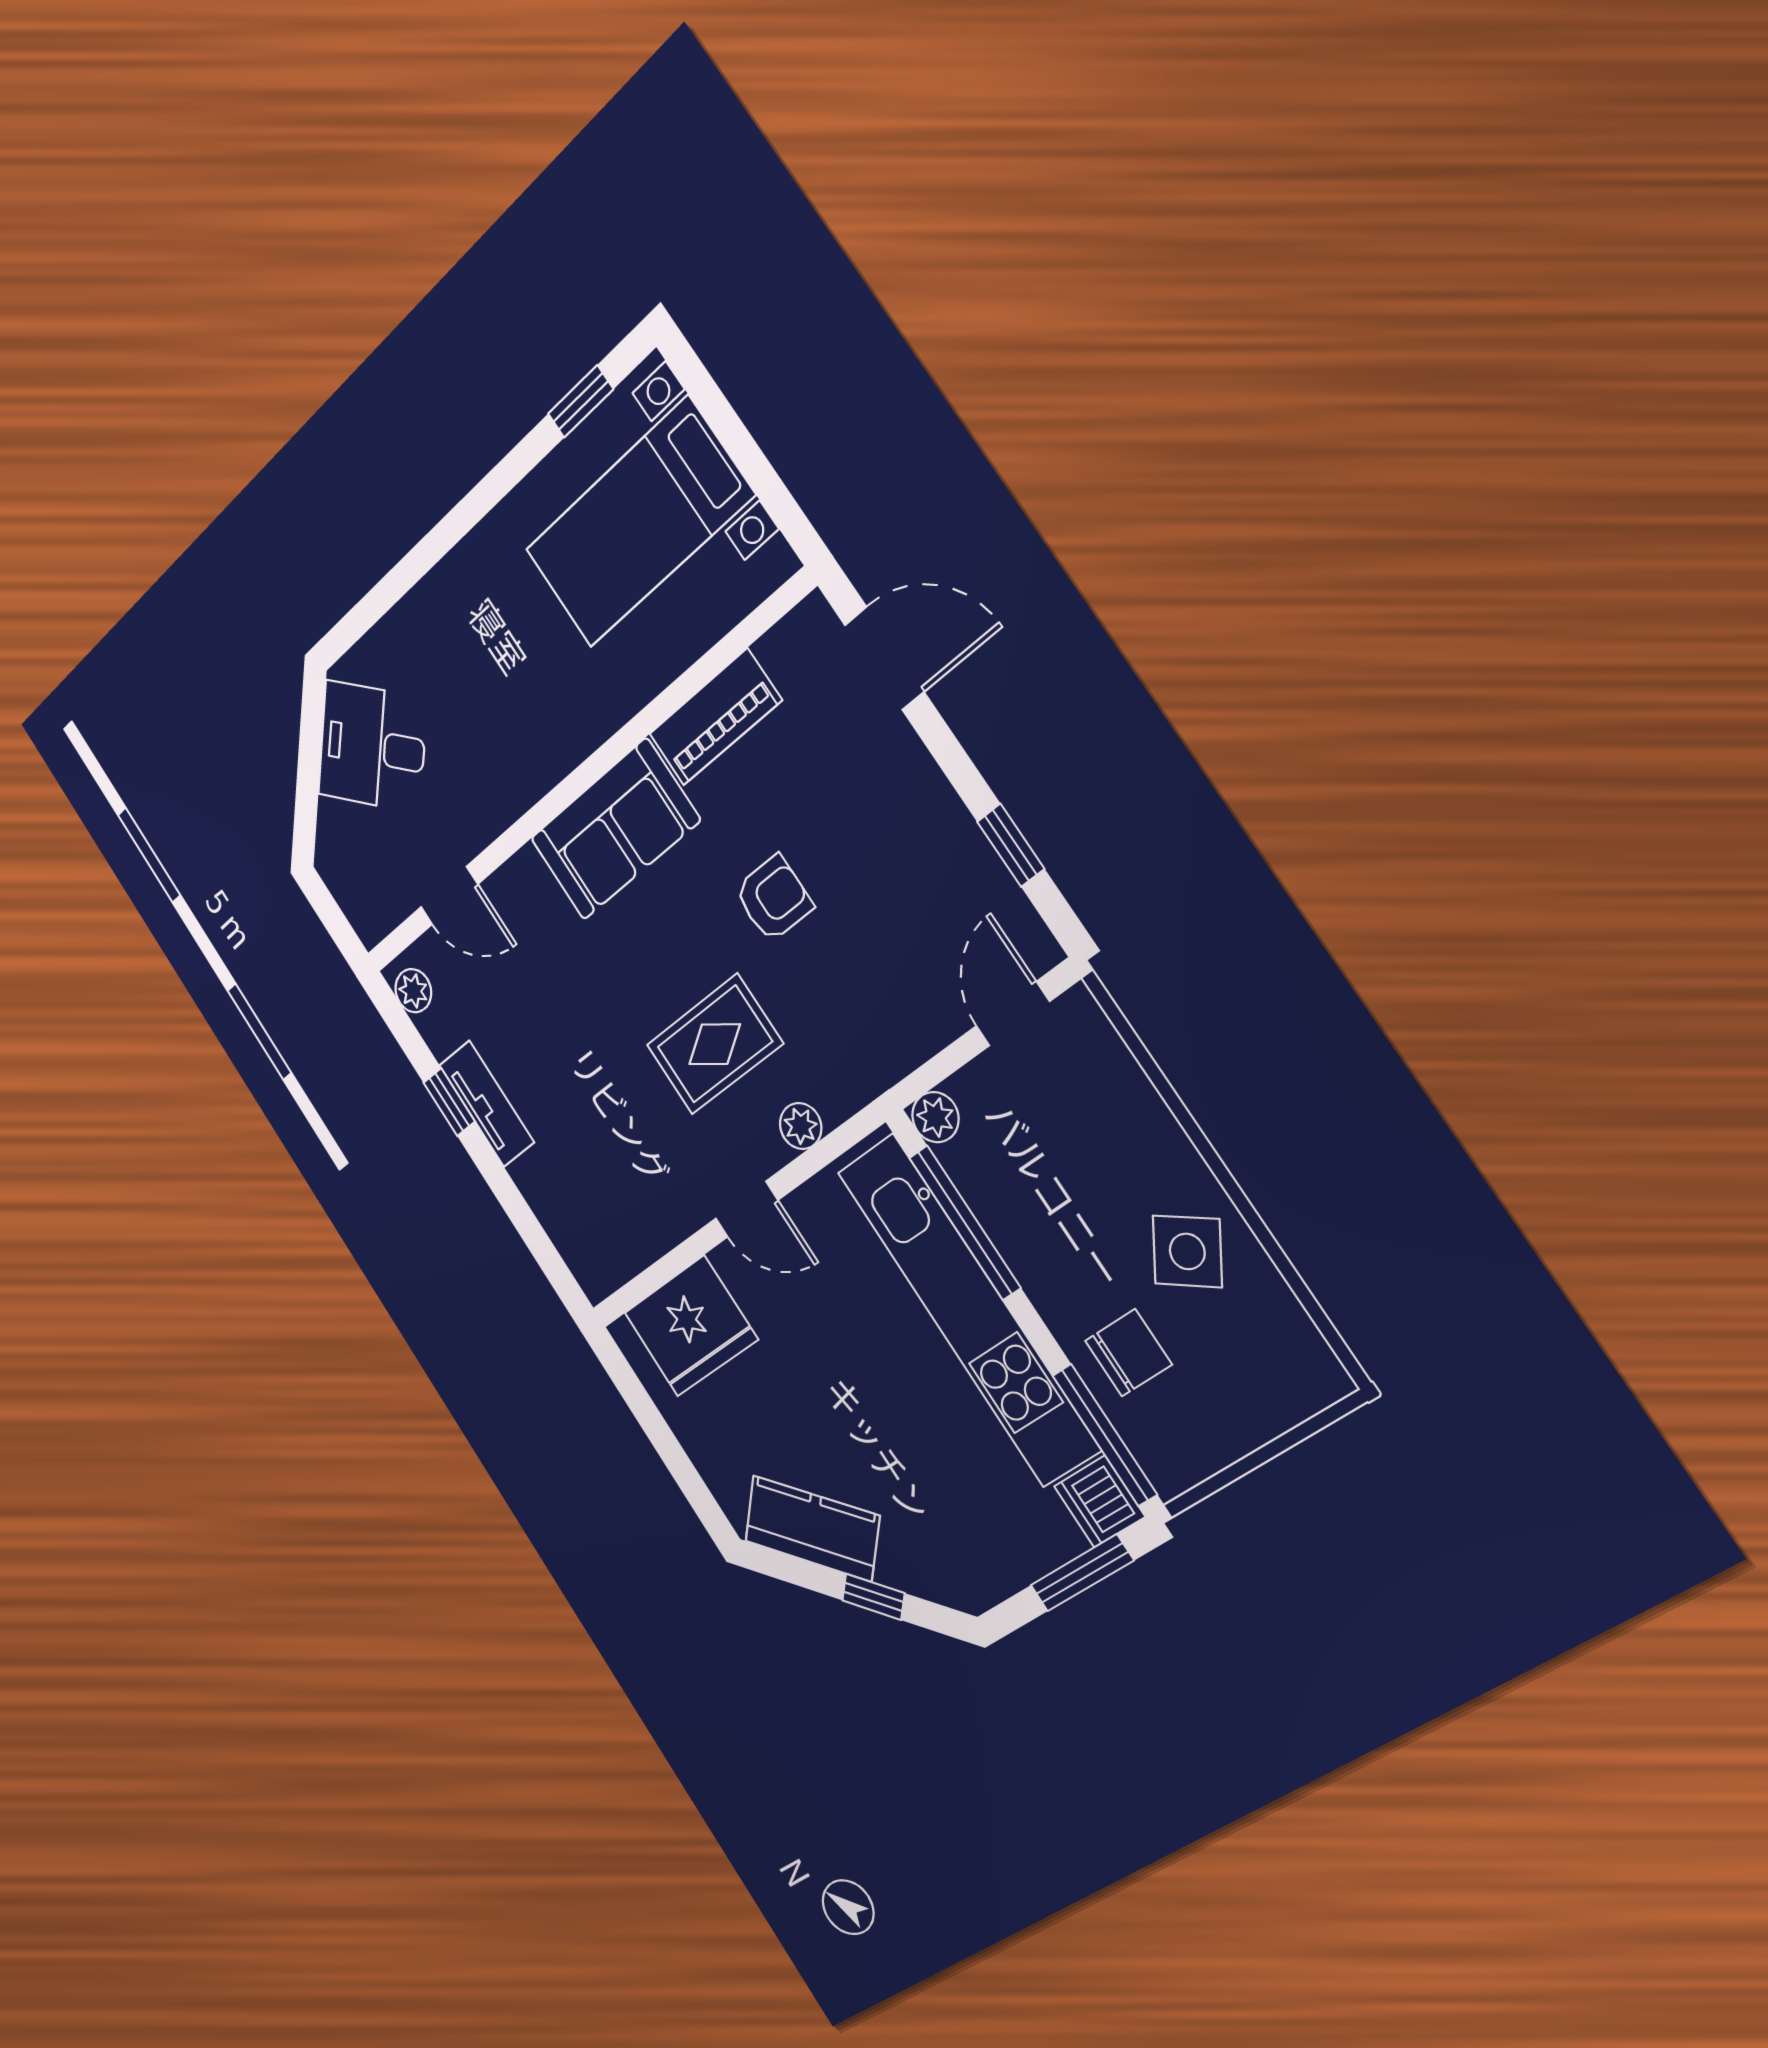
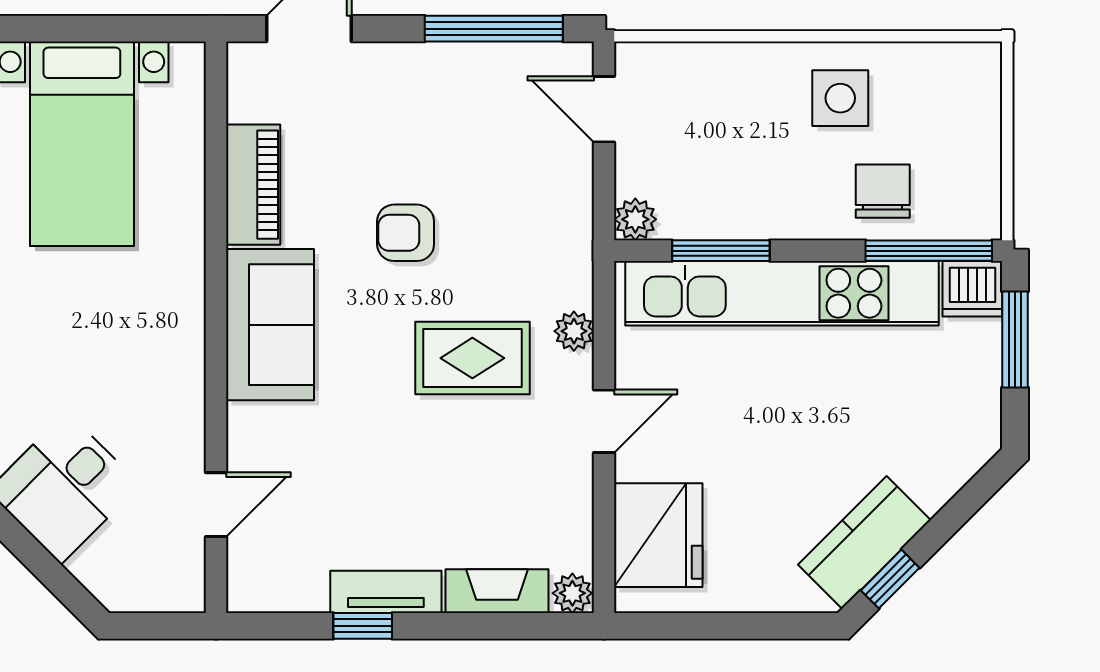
window: (1011, 845) -> (494, 29), width x2.17
armchair: (774, 898) -> (406, 233), turned -90
plant: (413, 991) -> (572, 593), moved
rug: (715, 1044) -> (472, 358), turned 90
fireplace: (552, 1206) -> (497, 591), added
window: (965, 1223) -> (721, 251), width x0.69
side table: (1187, 1251) -> (840, 98), turned -34
window: (873, 1597) -> (890, 579), moved

